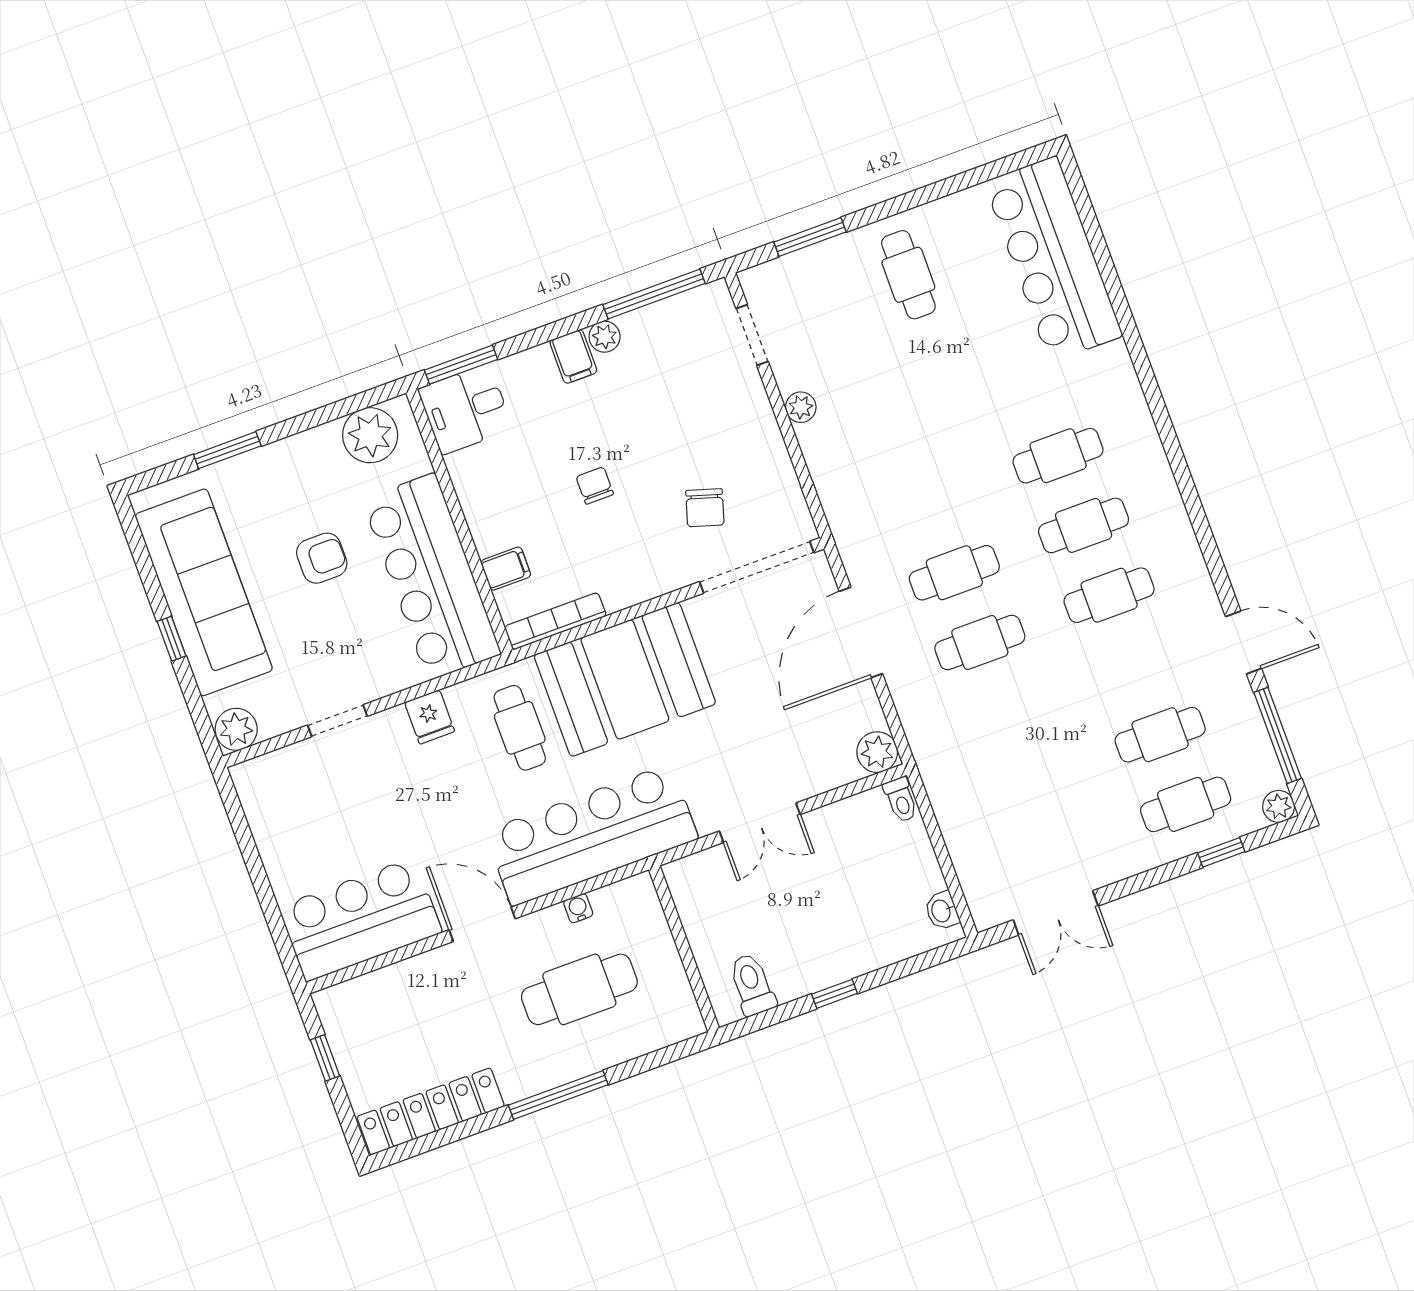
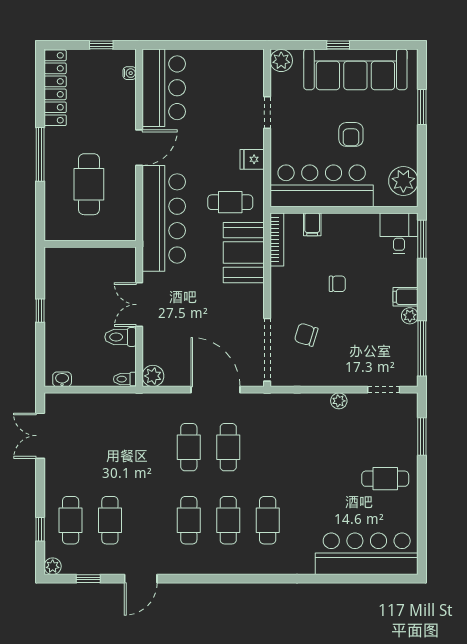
booth: (625, 679) -> (244, 253), width x0.73, depth x0.70
window: (1278, 735) -> (88, 579), width x0.46
water cooler: (578, 908) -> (130, 73), moved
toilet: (752, 985) -> (120, 337), moved, turned 180

